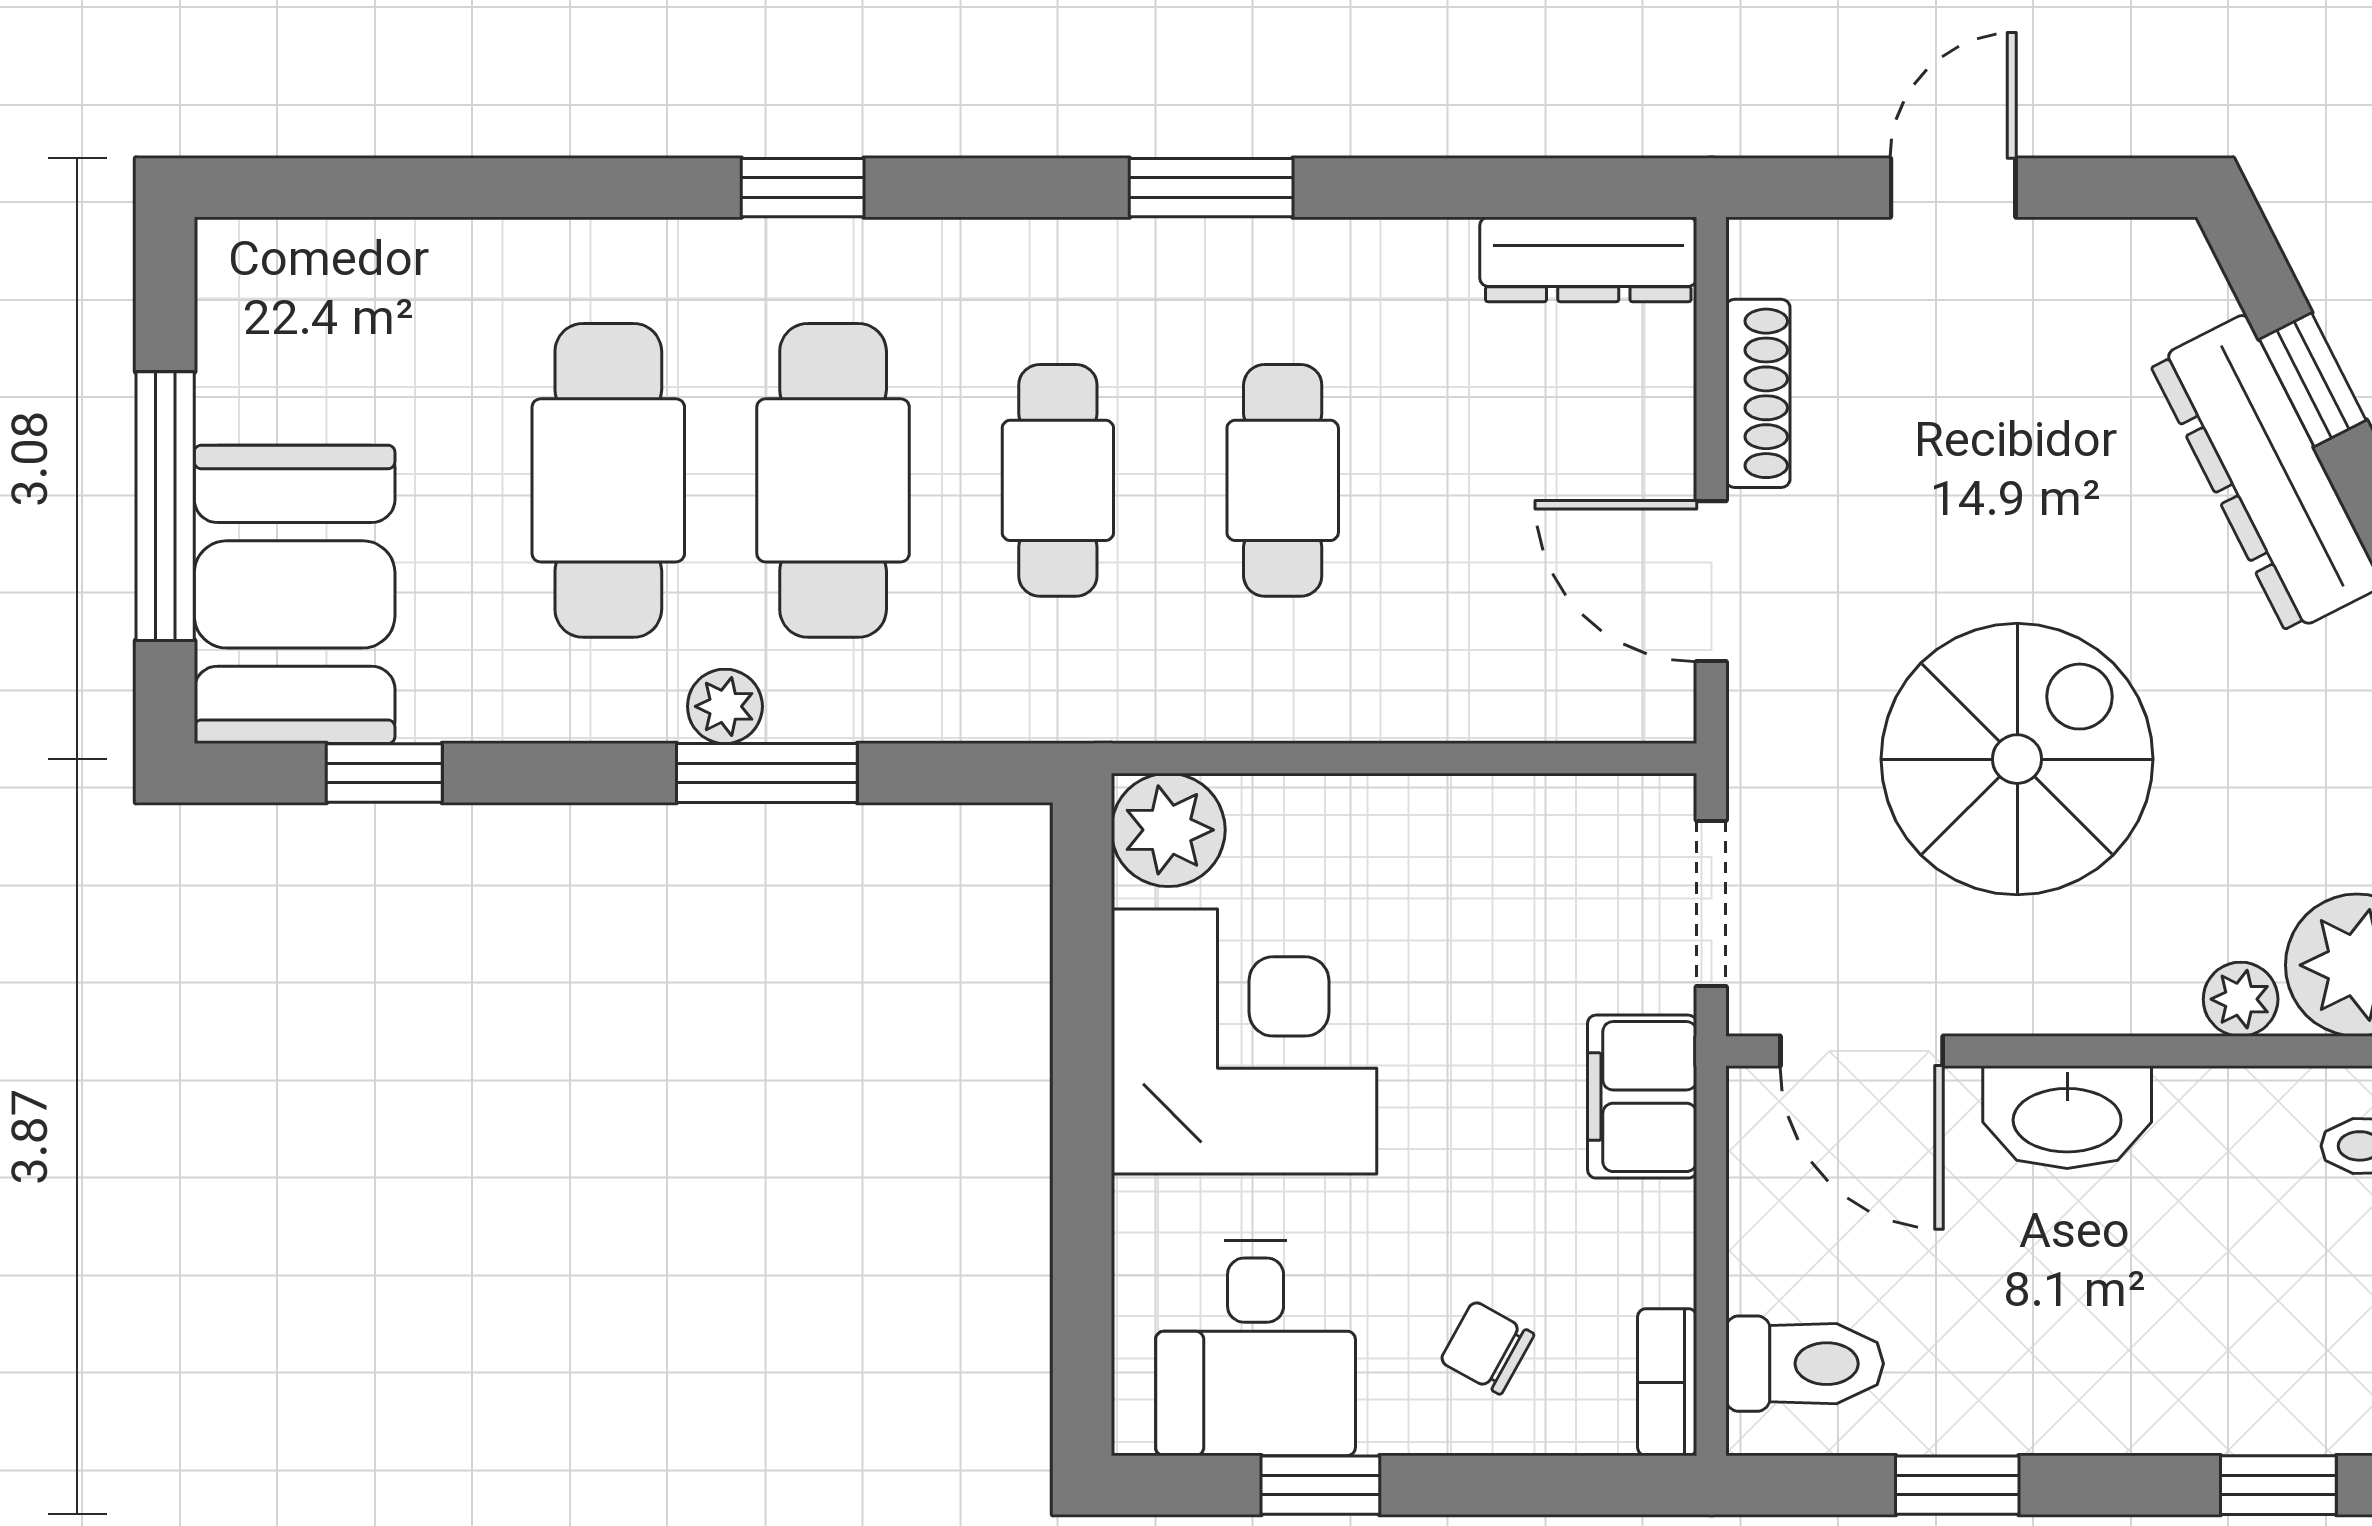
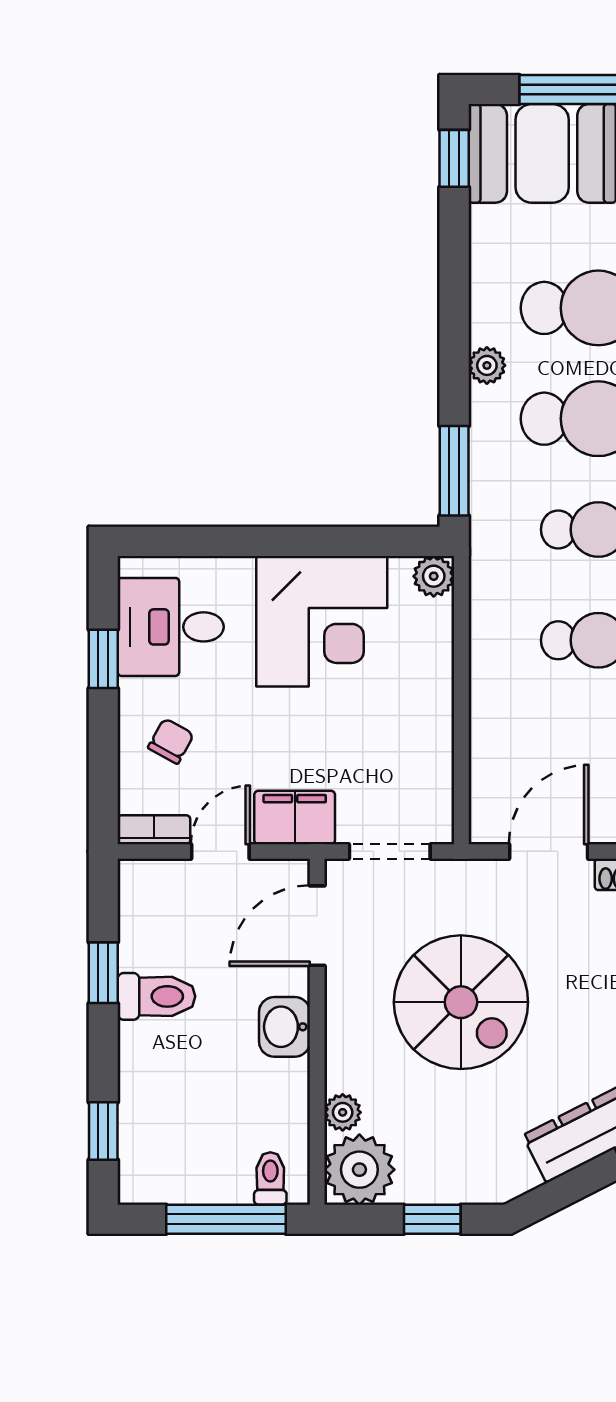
window: (384, 773) -> (454, 158), moved
window: (767, 773) -> (454, 471), moved
plant: (1168, 830) -> (434, 576), width x0.73, depth x0.73
washbasin: (2067, 1117) -> (285, 1027), width x0.72
door: (1711, 1247) -> (220, 851), added
toilet: (1805, 1364) -> (156, 996), moved, turned -90

